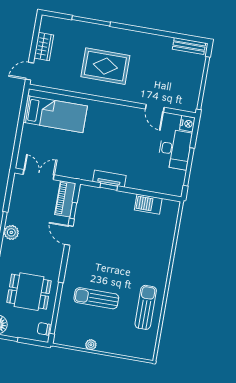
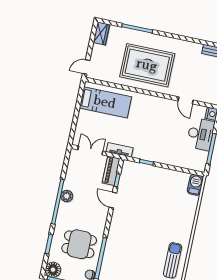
wardrobe: (44, 46) -> (101, 33), moved
rug: (105, 66) -> (147, 65), width x1.37, depth x1.44
tv unit: (109, 179) -> (120, 150), moved
barbecue: (148, 204) -> (195, 185), moved, turned 90
sun lounger: (96, 298) -> (133, 251), removed

